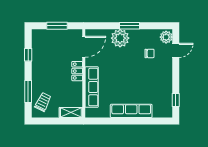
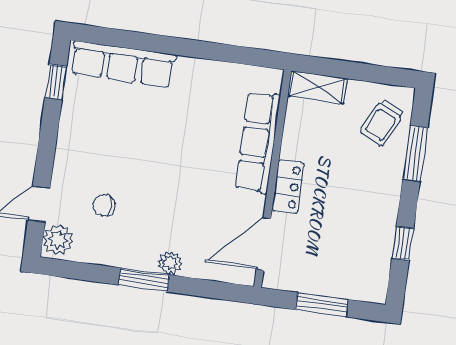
plant: (120, 38) -> (170, 263), width x0.53, depth x0.53
row of seats: (131, 111) -> (123, 64), moved

